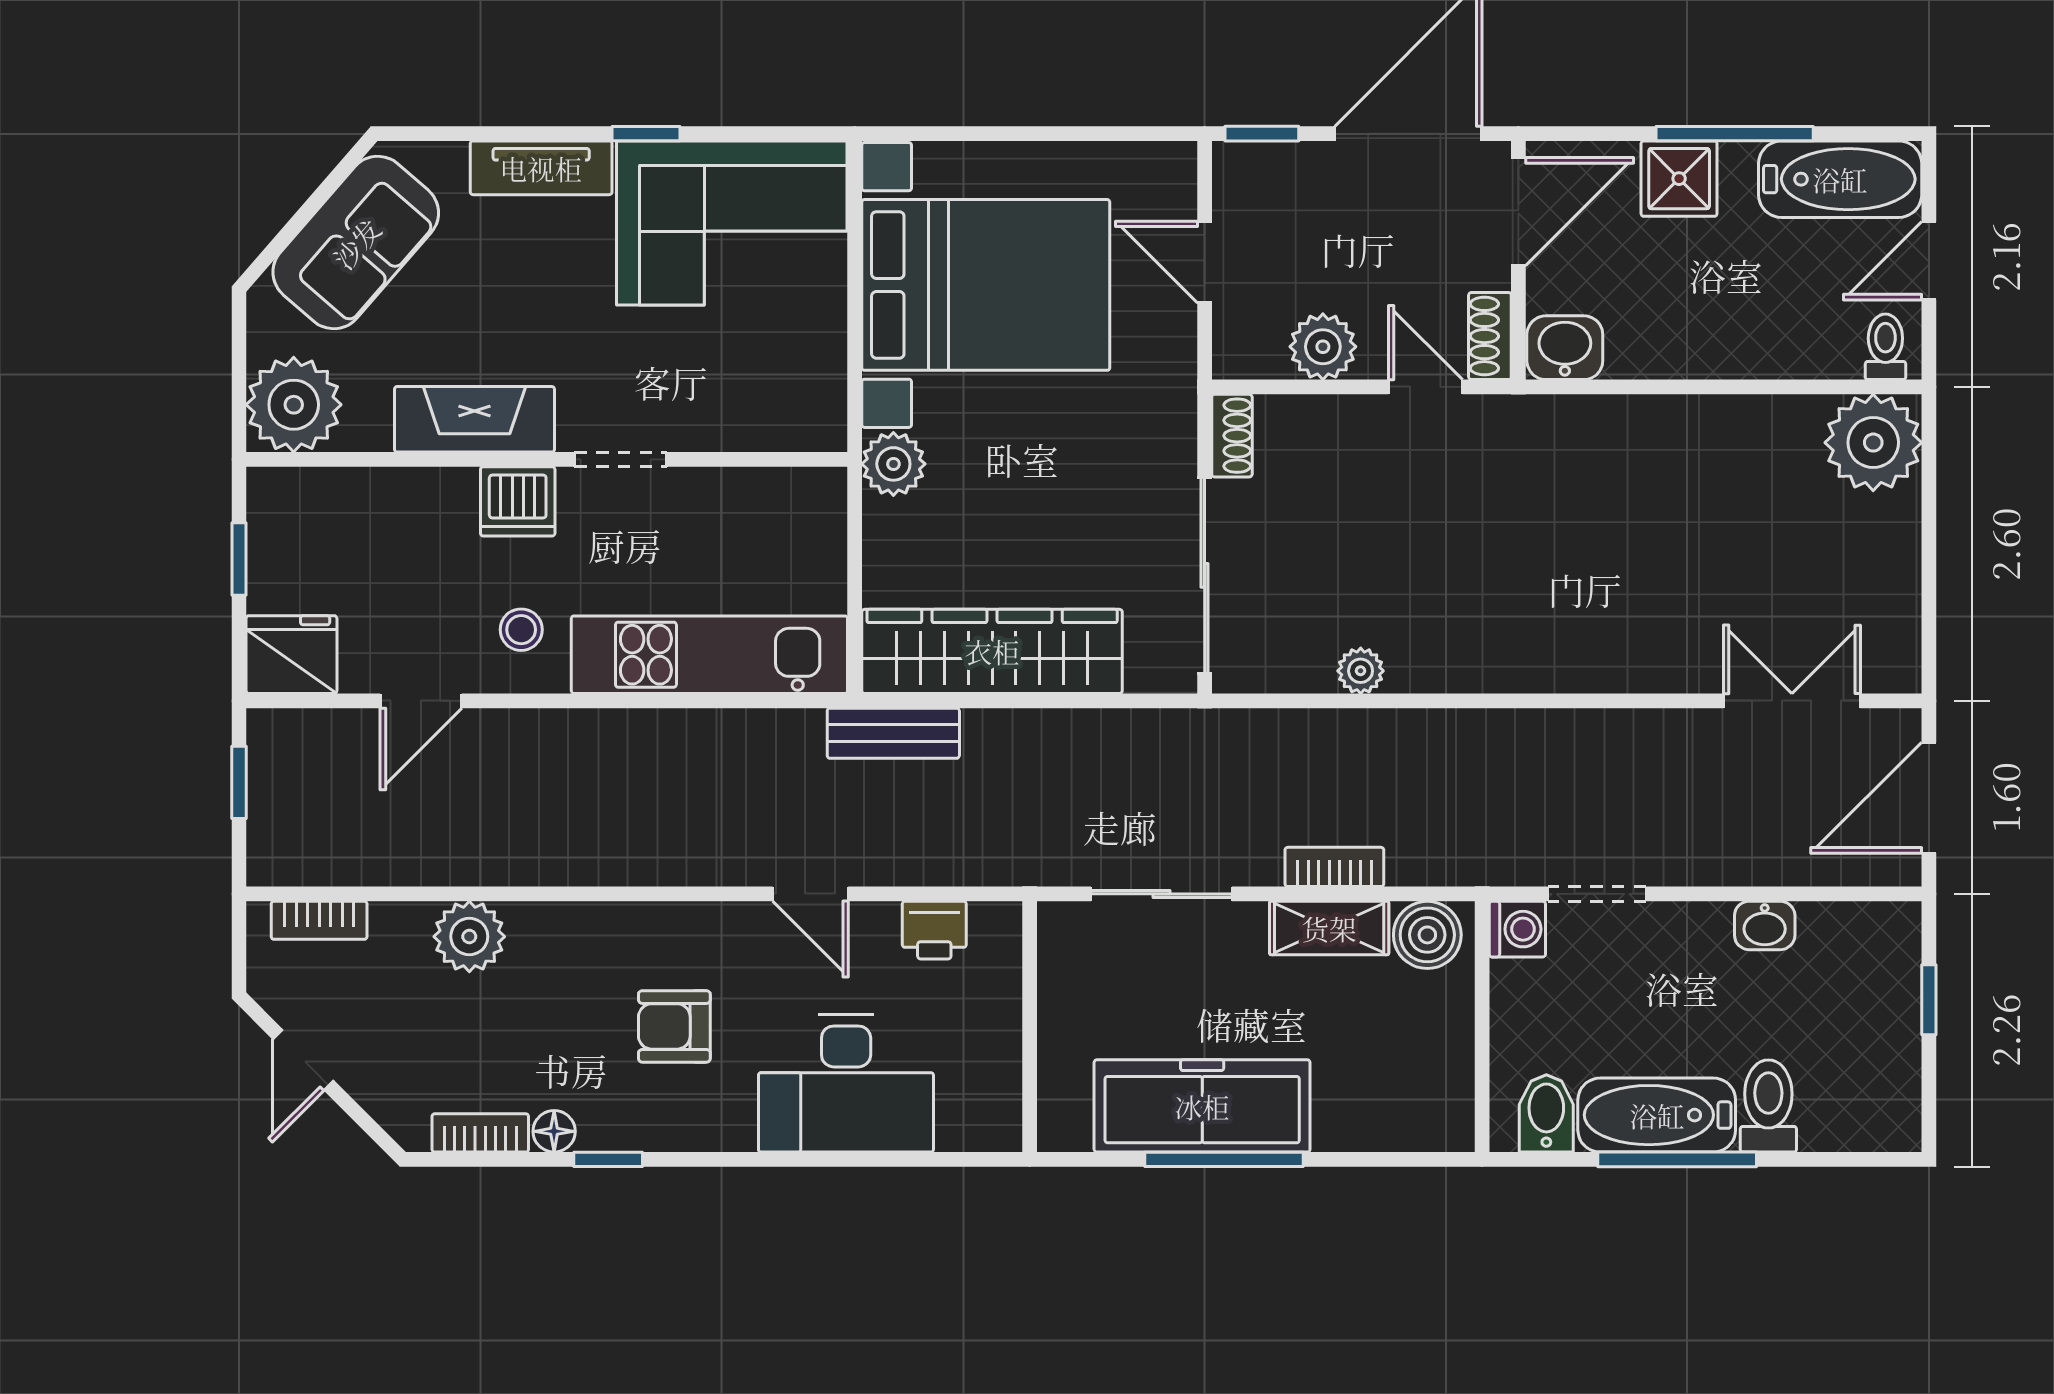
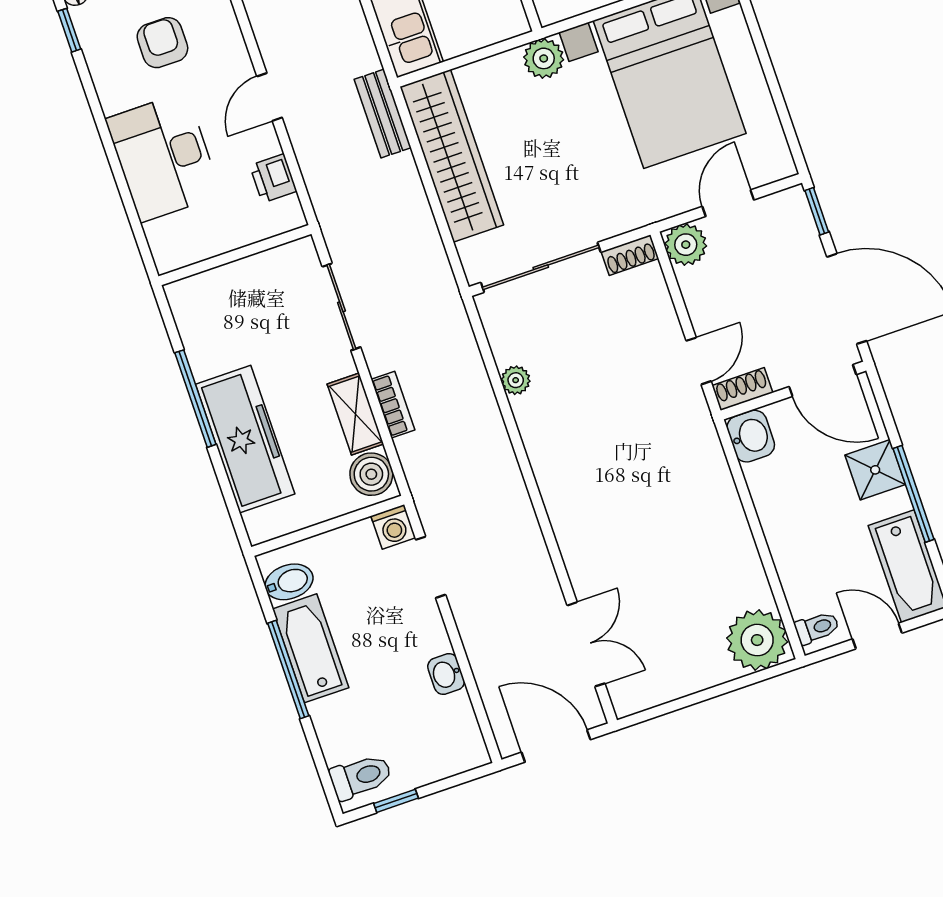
plant: (1323, 347) -> (686, 245), moved
window: (1929, 1000) -> (396, 801), moved
freezer: (1202, 1106) -> (245, 439), moved
toilet: (1768, 1106) -> (361, 777), moved

